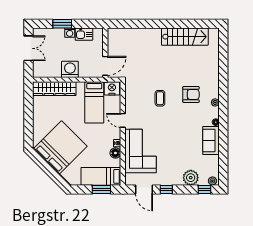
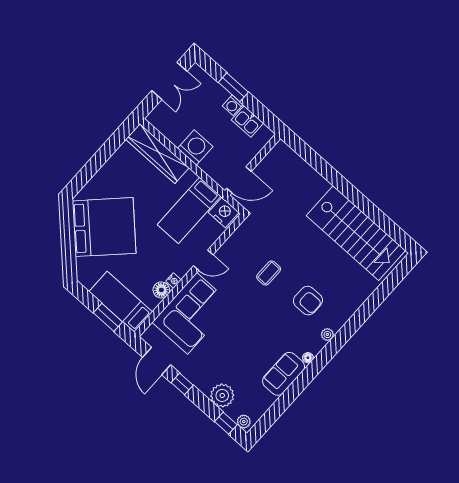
stairs: (185, 37) -> (356, 233), width x1.36, depth x1.51
door: (123, 120) -> (203, 260), swing flipped

